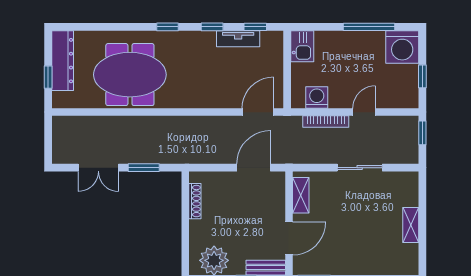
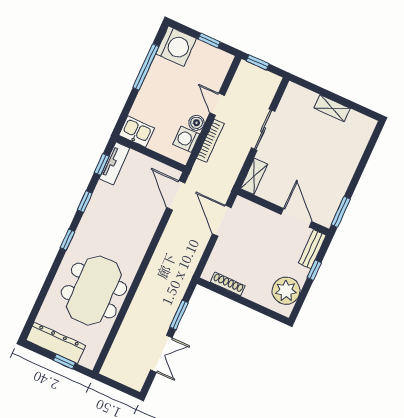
tv unit: (238, 39) -> (114, 163), moved
boiler: (337, 100) -> (196, 123), added
shelving: (301, 195) -> (254, 176), moved, turned 90

